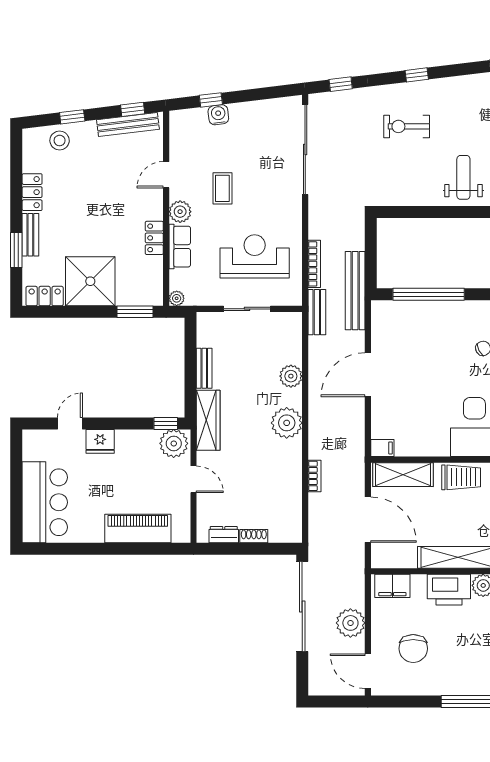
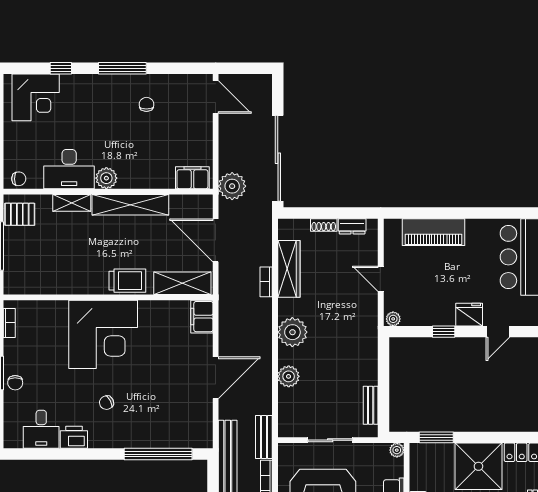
bench: (204, 368) -> (371, 405), moved
wardrobe: (208, 420) -> (289, 269), moved, turned 180
window: (166, 423) -> (444, 332), moved
plant: (174, 443) -> (393, 319), width x0.53, depth x0.53
filing cabinet: (382, 448) -> (202, 317), width x2.00
trolley: (461, 477) -> (127, 281), turned 180
printer: (449, 590) -> (139, 174), removed
plant: (350, 623) -> (232, 186), moved
chair: (413, 649) -> (146, 104), moved, width x0.54, depth x0.54

